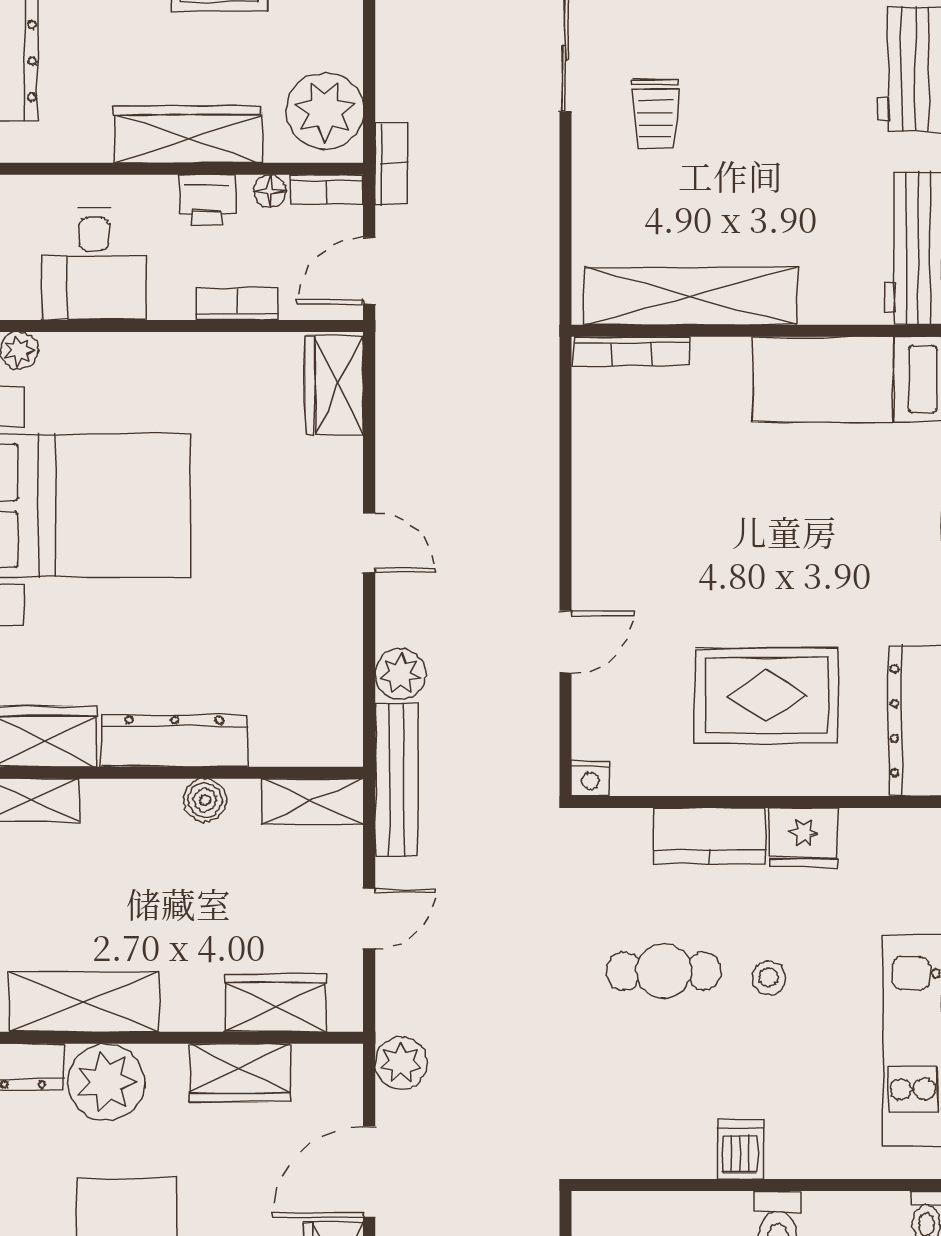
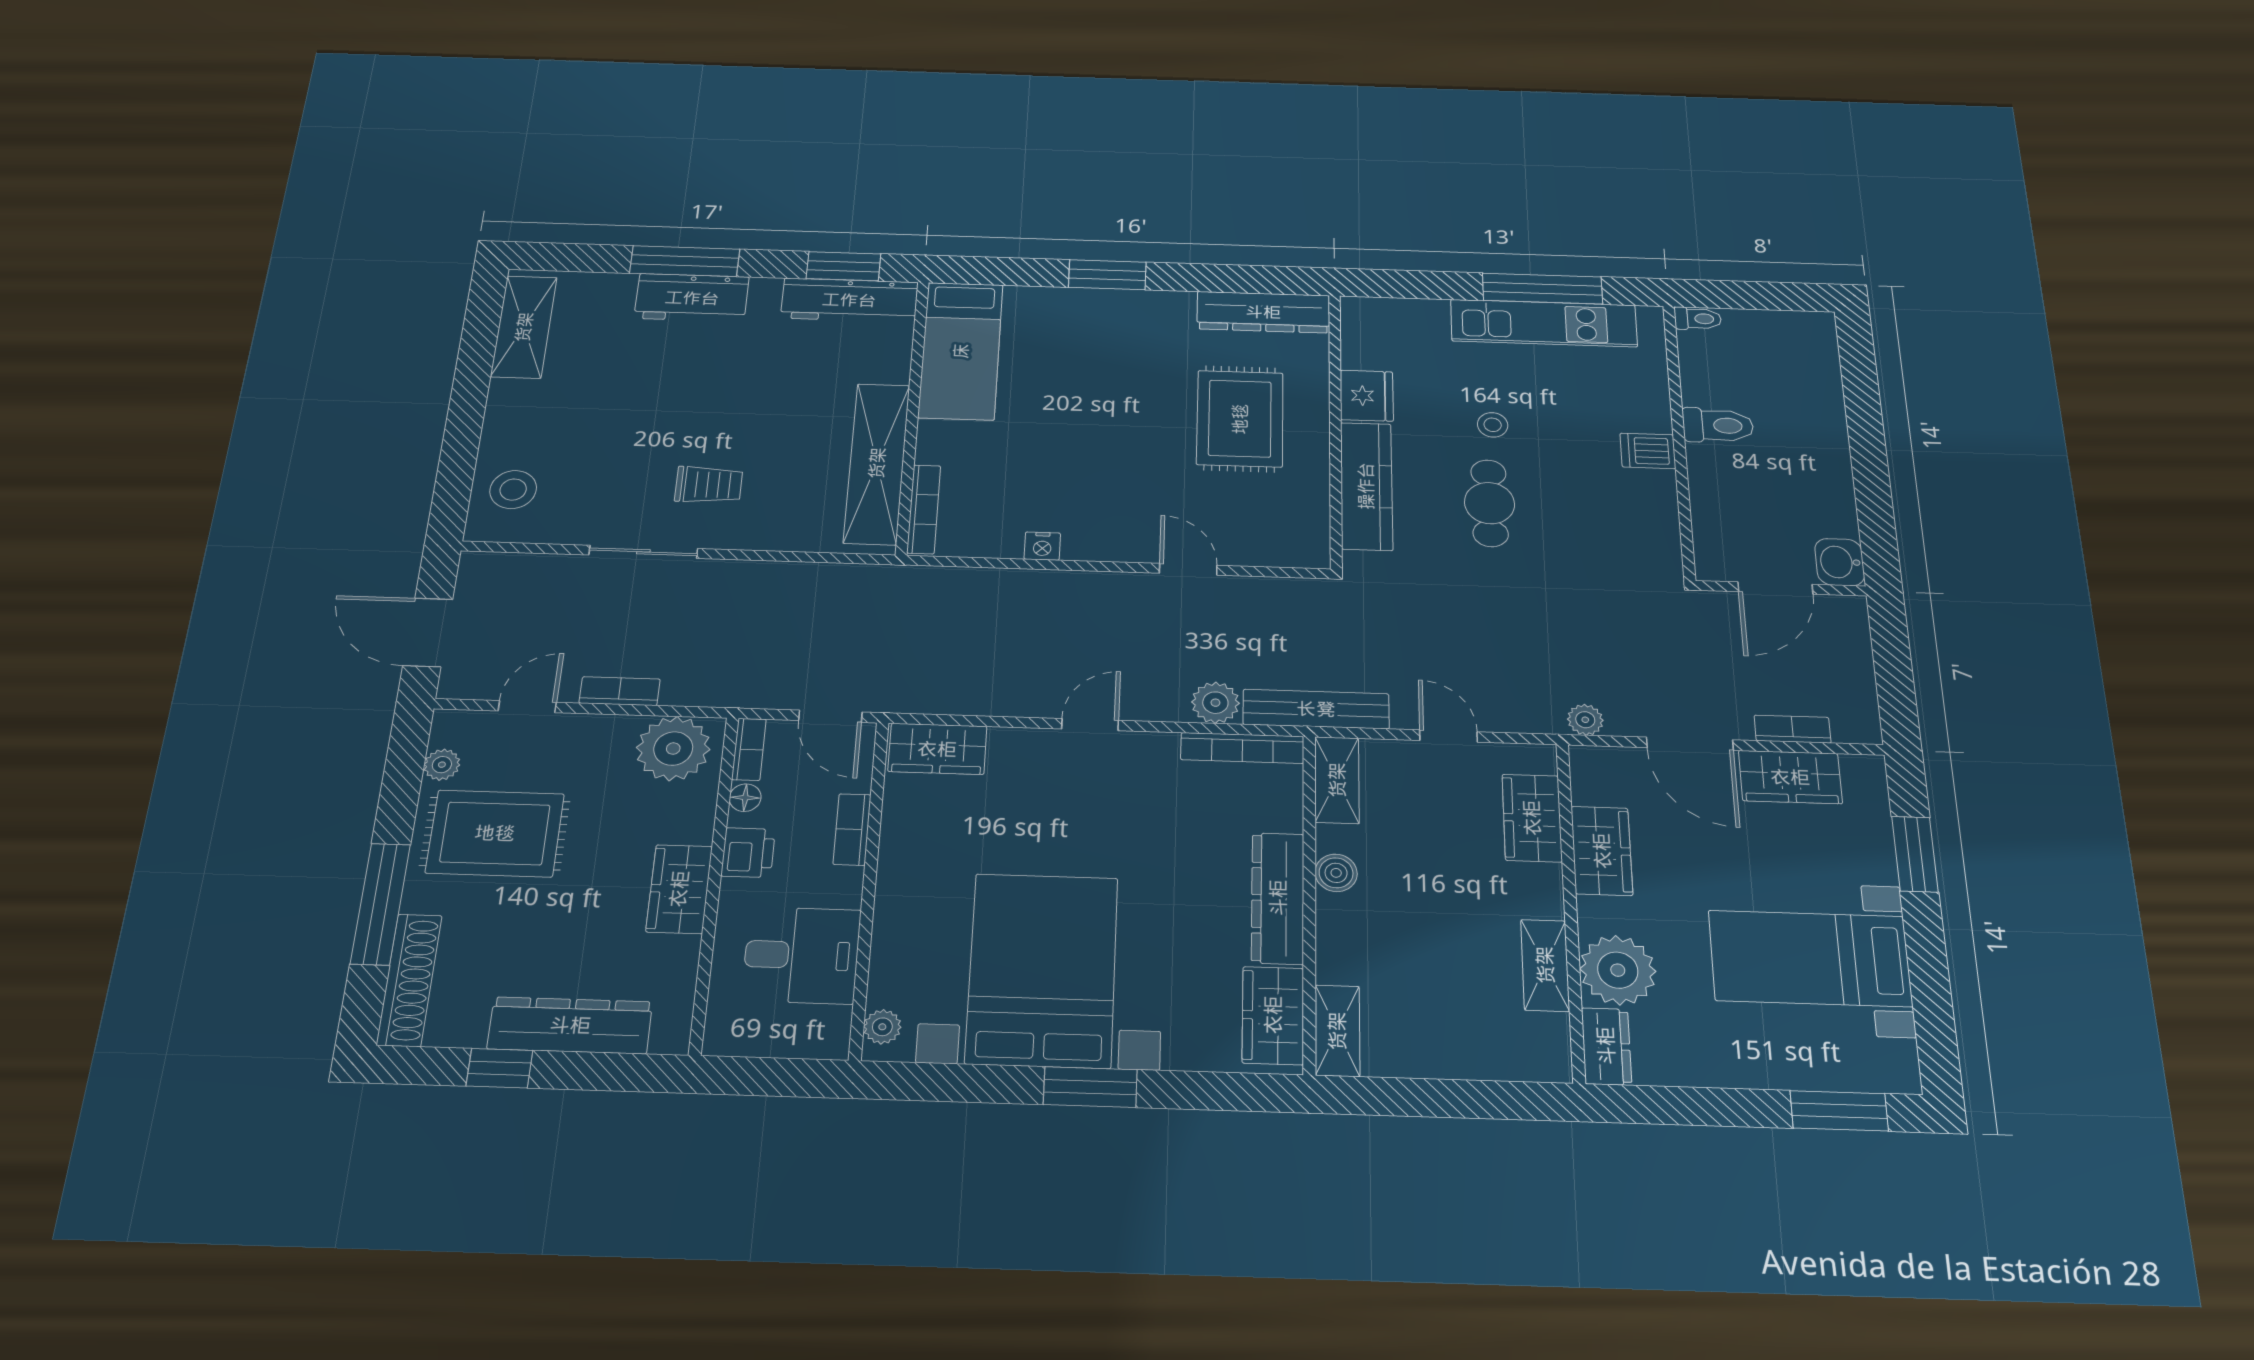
wardrobe: (188, 134) -> (679, 889), width x0.67
bookcase: (391, 163) -> (620, 691), moved
bookcase: (347, 703) -> (1242, 748), added
nightstand: (590, 778) -> (1042, 546), moved, turned 90
kitchen counter: (709, 836) -> (1366, 486), width x1.50
shelving: (84, 1002) -> (1545, 965), width x0.67, depth x0.75
plant: (401, 1063) -> (1585, 720), width x0.73, depth x0.73

